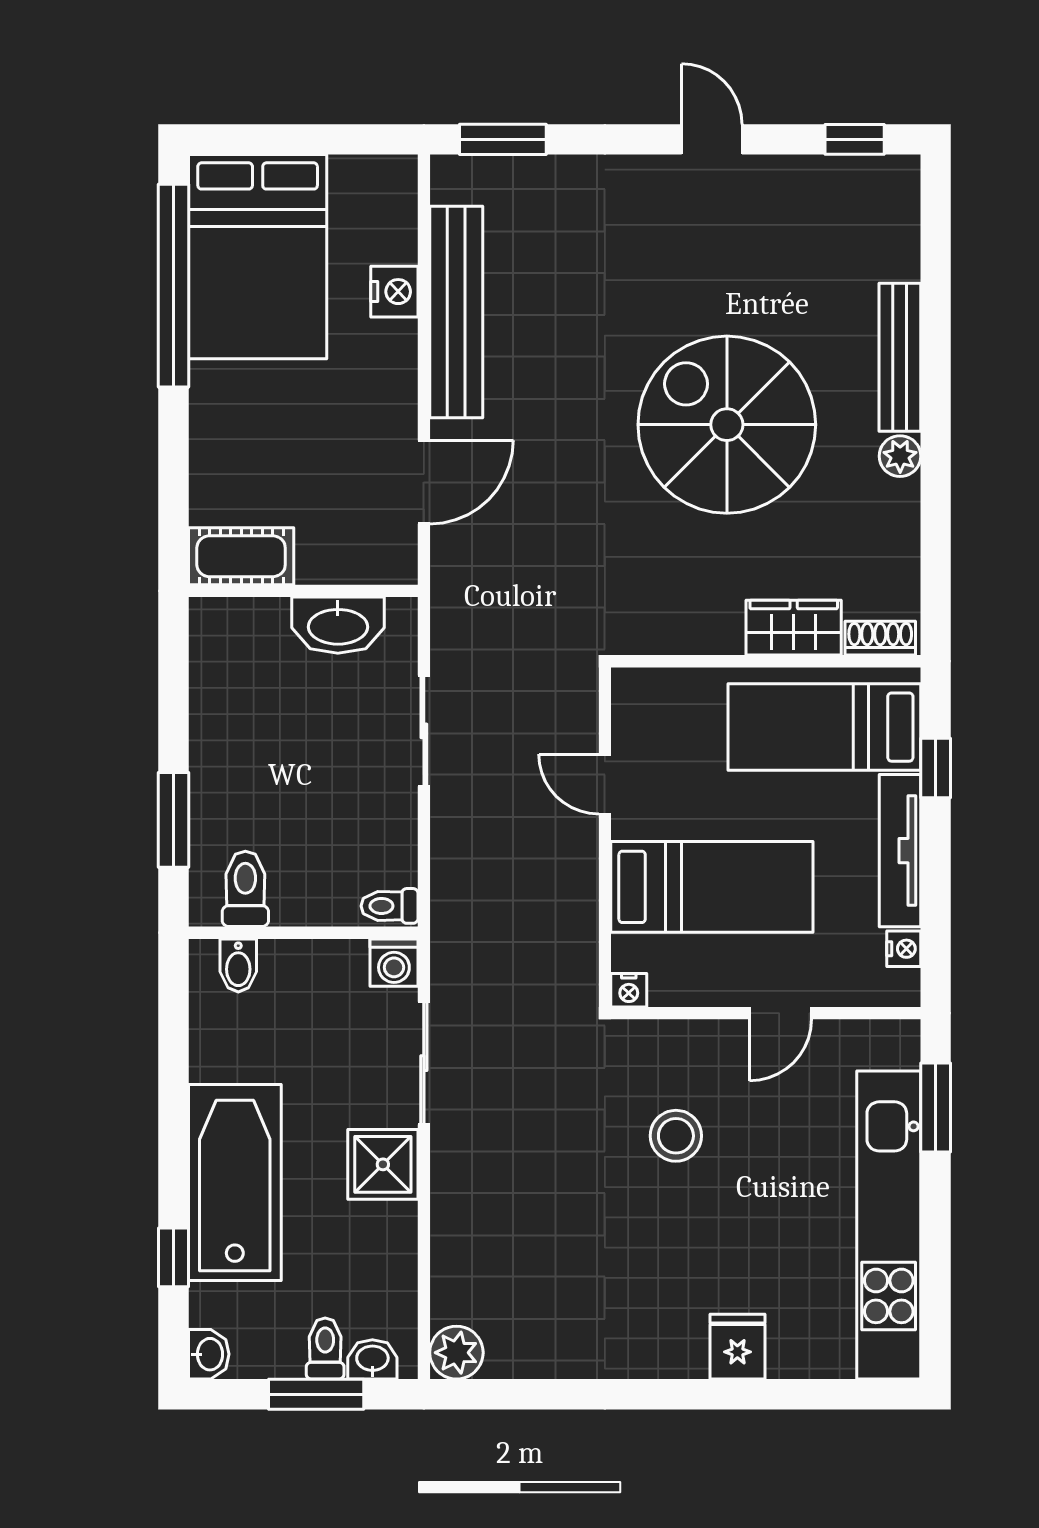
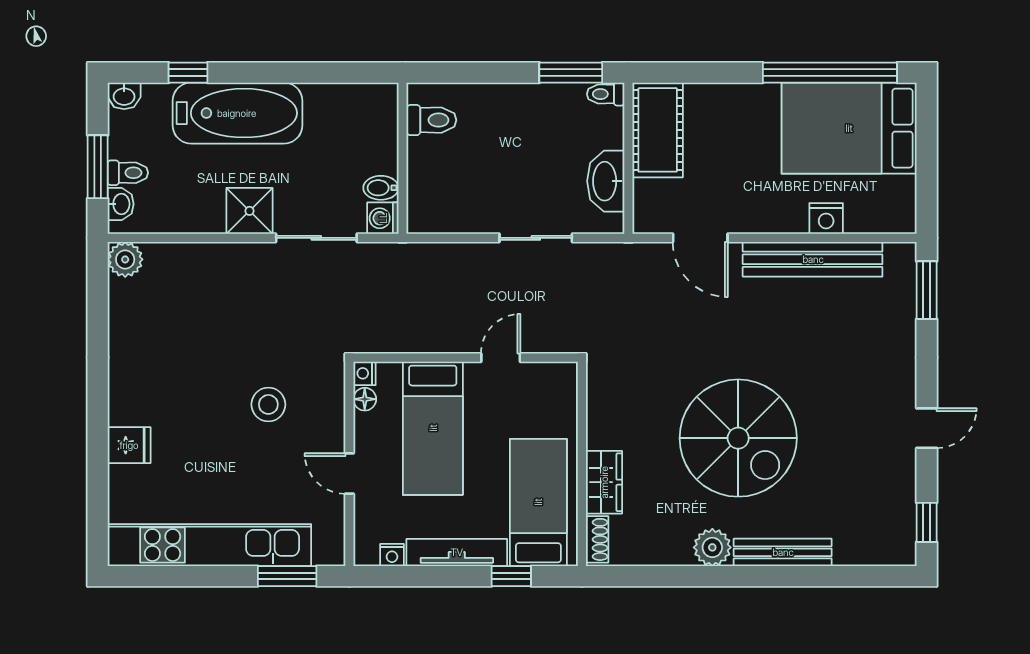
spiral stairs: (727, 425) -> (738, 438), turned 90
plant: (900, 456) -> (712, 547), width x1.38, depth x1.38
cot: (241, 556) -> (658, 130), width x1.37, depth x1.34
window: (173, 820) -> (571, 73), moved
toilet: (389, 906) -> (606, 94), moved, turned -90
bidet: (238, 965) -> (381, 188), moved
floor lamp: (668, 990) -> (365, 399), added

